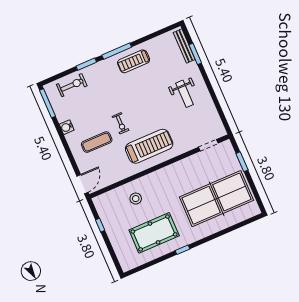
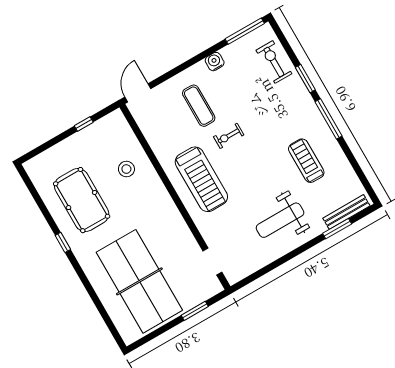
treadmill: (134, 61) -> (306, 161), moved
exercise bike: (72, 85) -> (274, 62), turned 180
weight bench: (185, 94) -> (280, 220), width x1.36, depth x1.33
door: (83, 184) -> (138, 93), swing flipped

